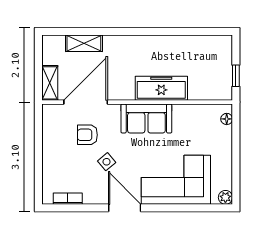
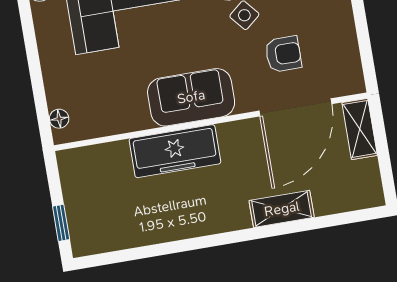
shelving: (84, 43) -> (282, 209), moved
window: (236, 76) -> (61, 223), moved

